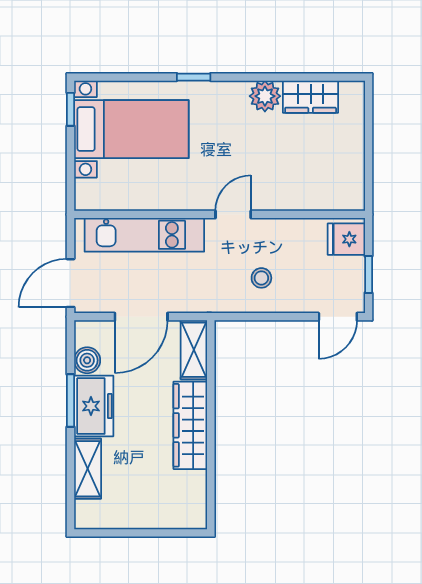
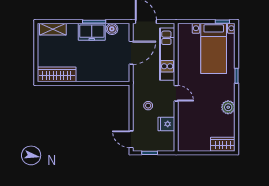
wardrobe: (311, 97) -> (223, 144), moved, turned 90
fridge: (346, 239) -> (166, 124), moved, turned -90
door: (141, 317) -> (131, 53), swing flipped
shelving: (194, 350) -> (117, 76), removed
wardrobe: (190, 425) -> (57, 74), moved
shelving: (88, 469) -> (53, 29), moved

